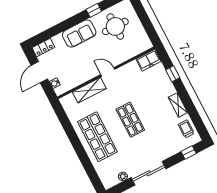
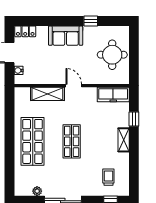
round table: (115, 26) -> (112, 55), moved
freezer: (148, 60) -> (113, 94), width x1.40
shelving: (178, 105) -> (124, 140), moved
trolley: (186, 129) -> (108, 177), moved

